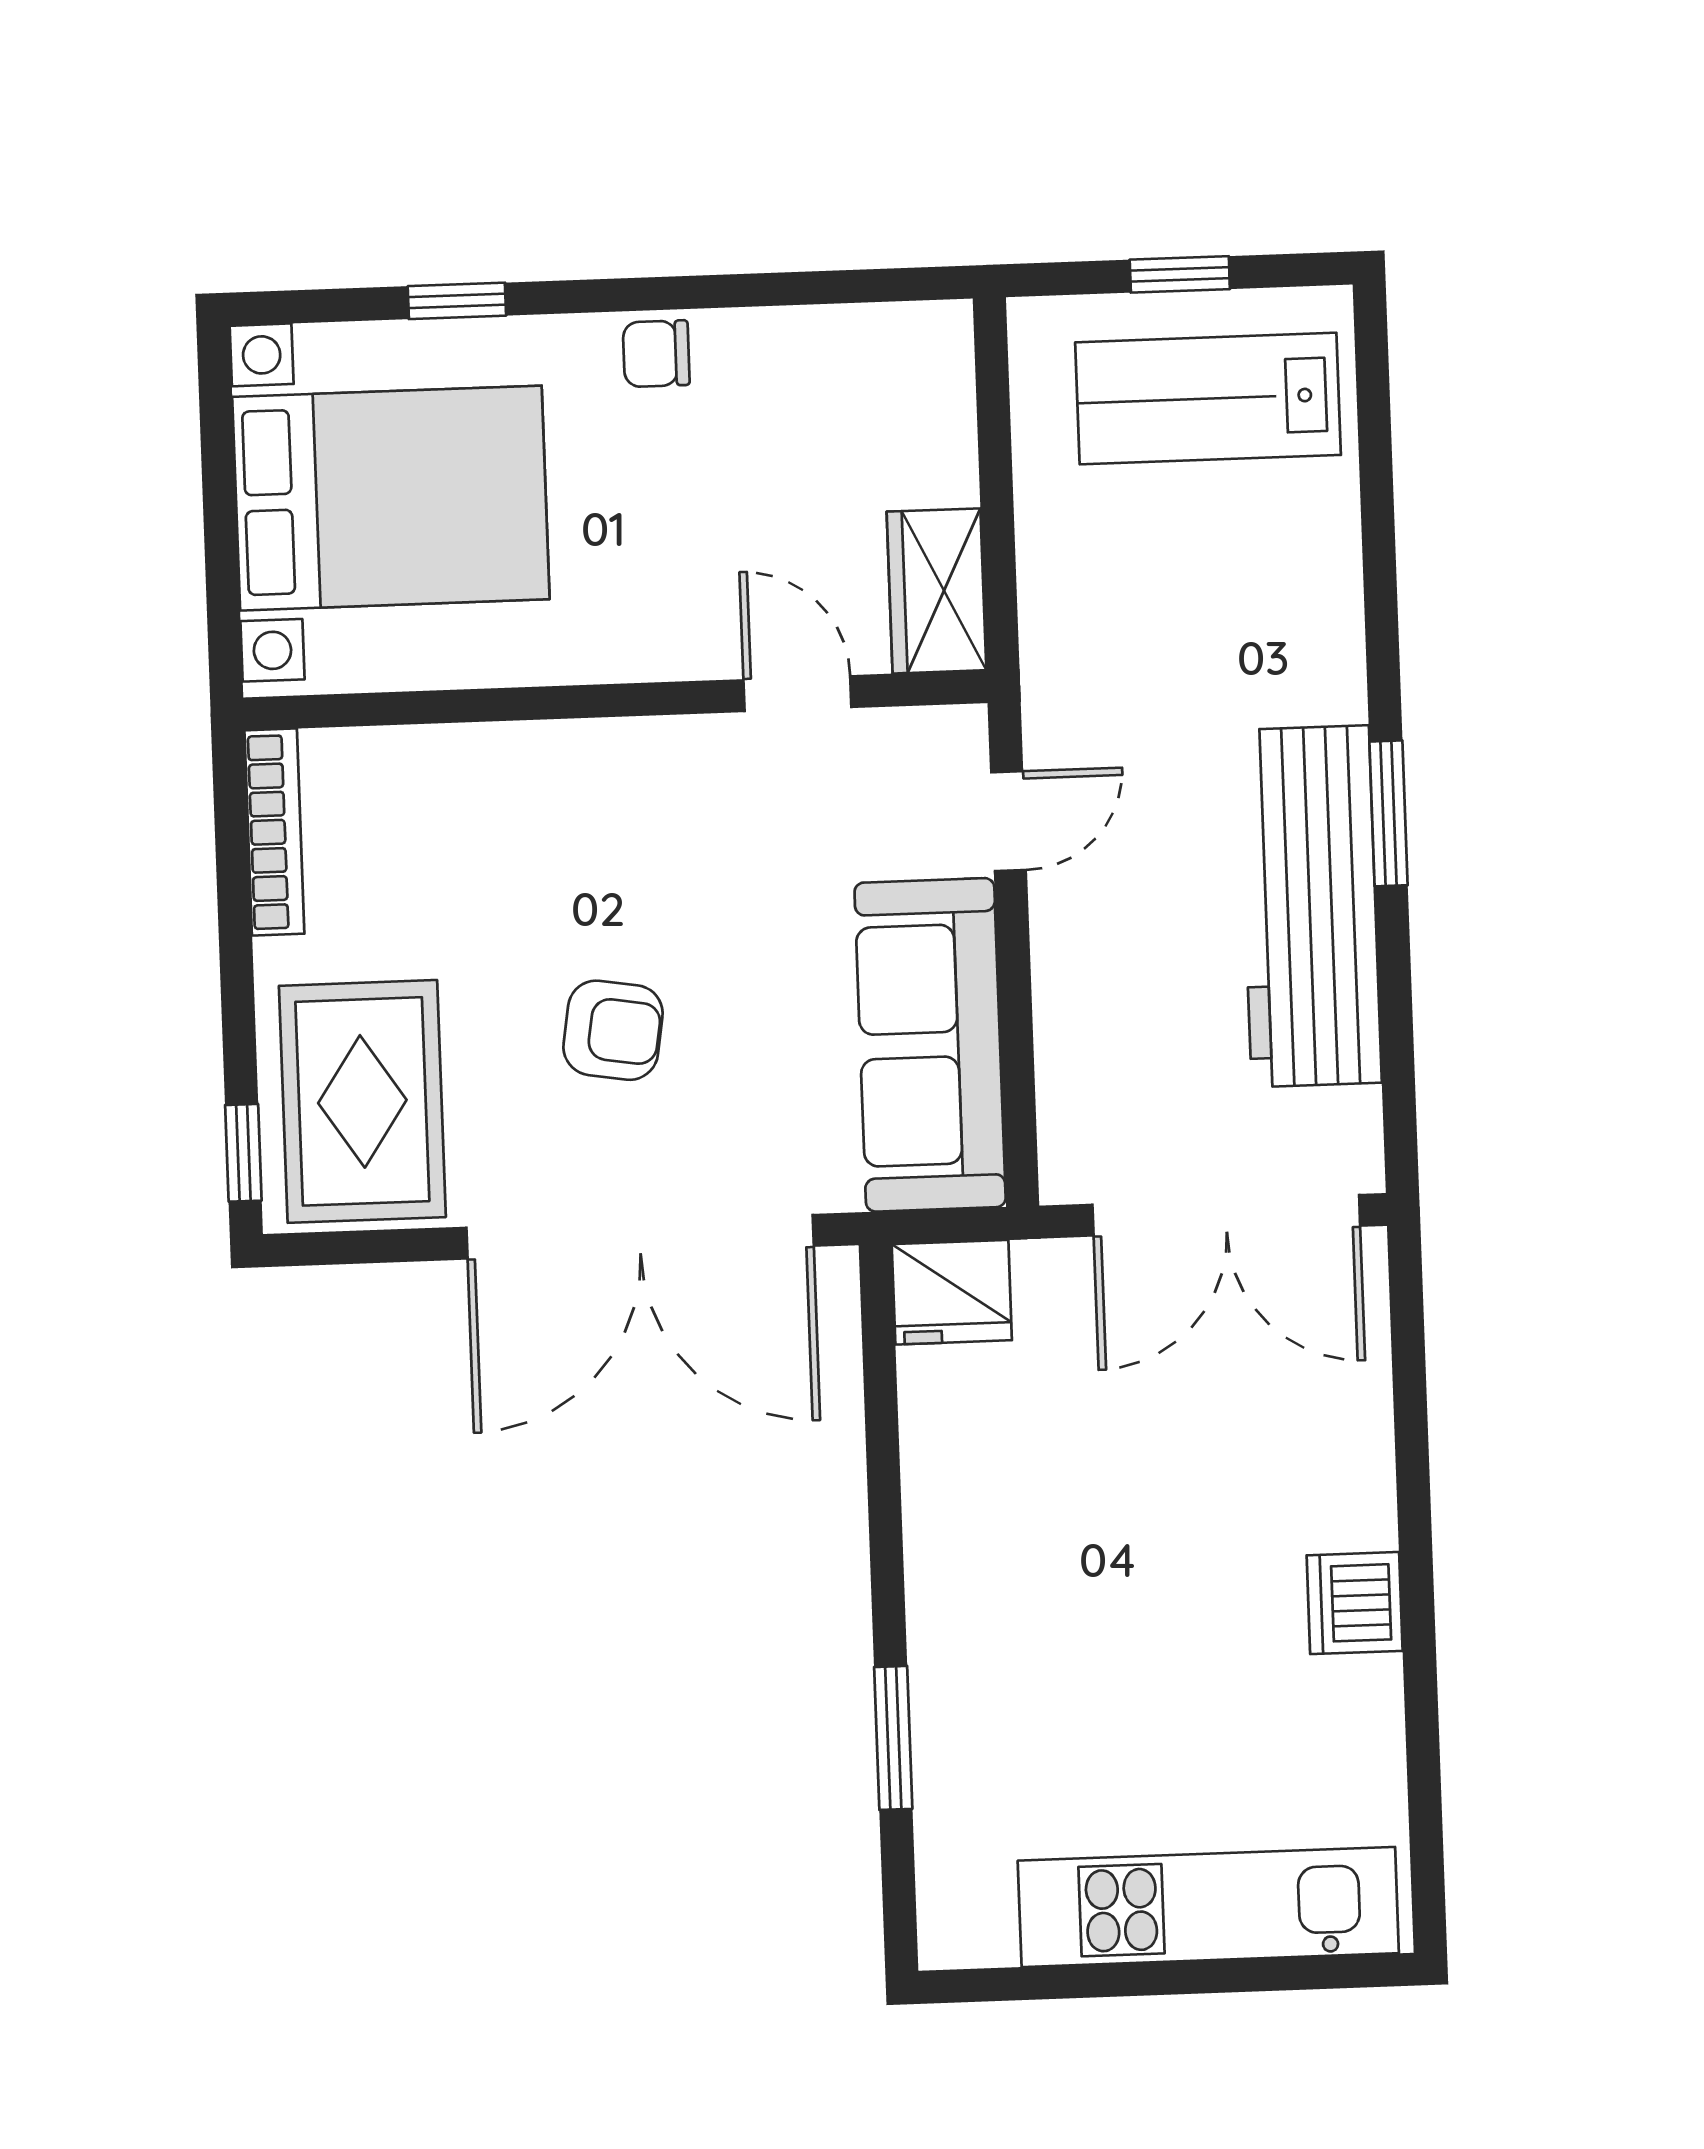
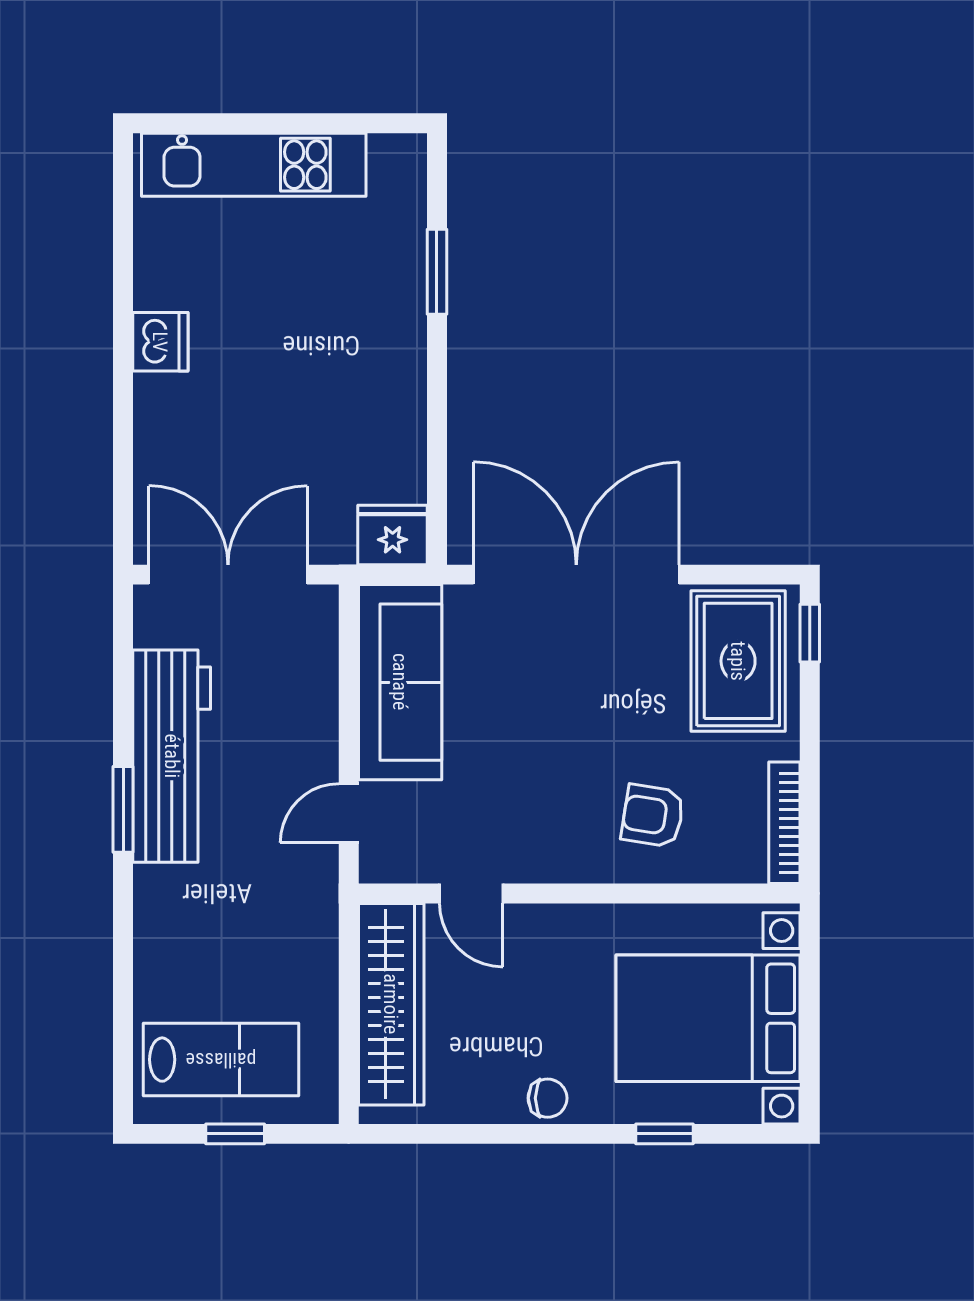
wardrobe: (937, 591) -> (391, 1004), width x2.10, depth x1.17
armchair: (613, 1030) -> (653, 816), moved

